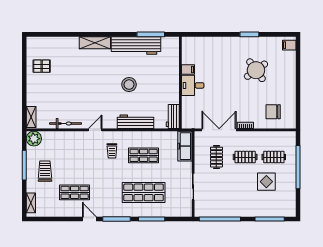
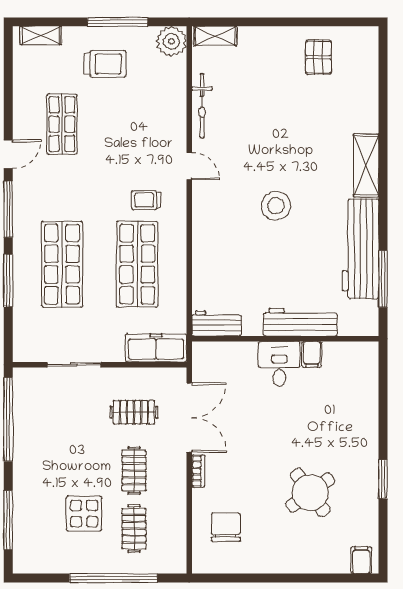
stool: (129, 85) -> (276, 206), moved
workbench: (135, 122) -> (300, 322), moved, turned -90
shop shelf: (144, 155) -> (137, 264), width x1.43, depth x1.36

